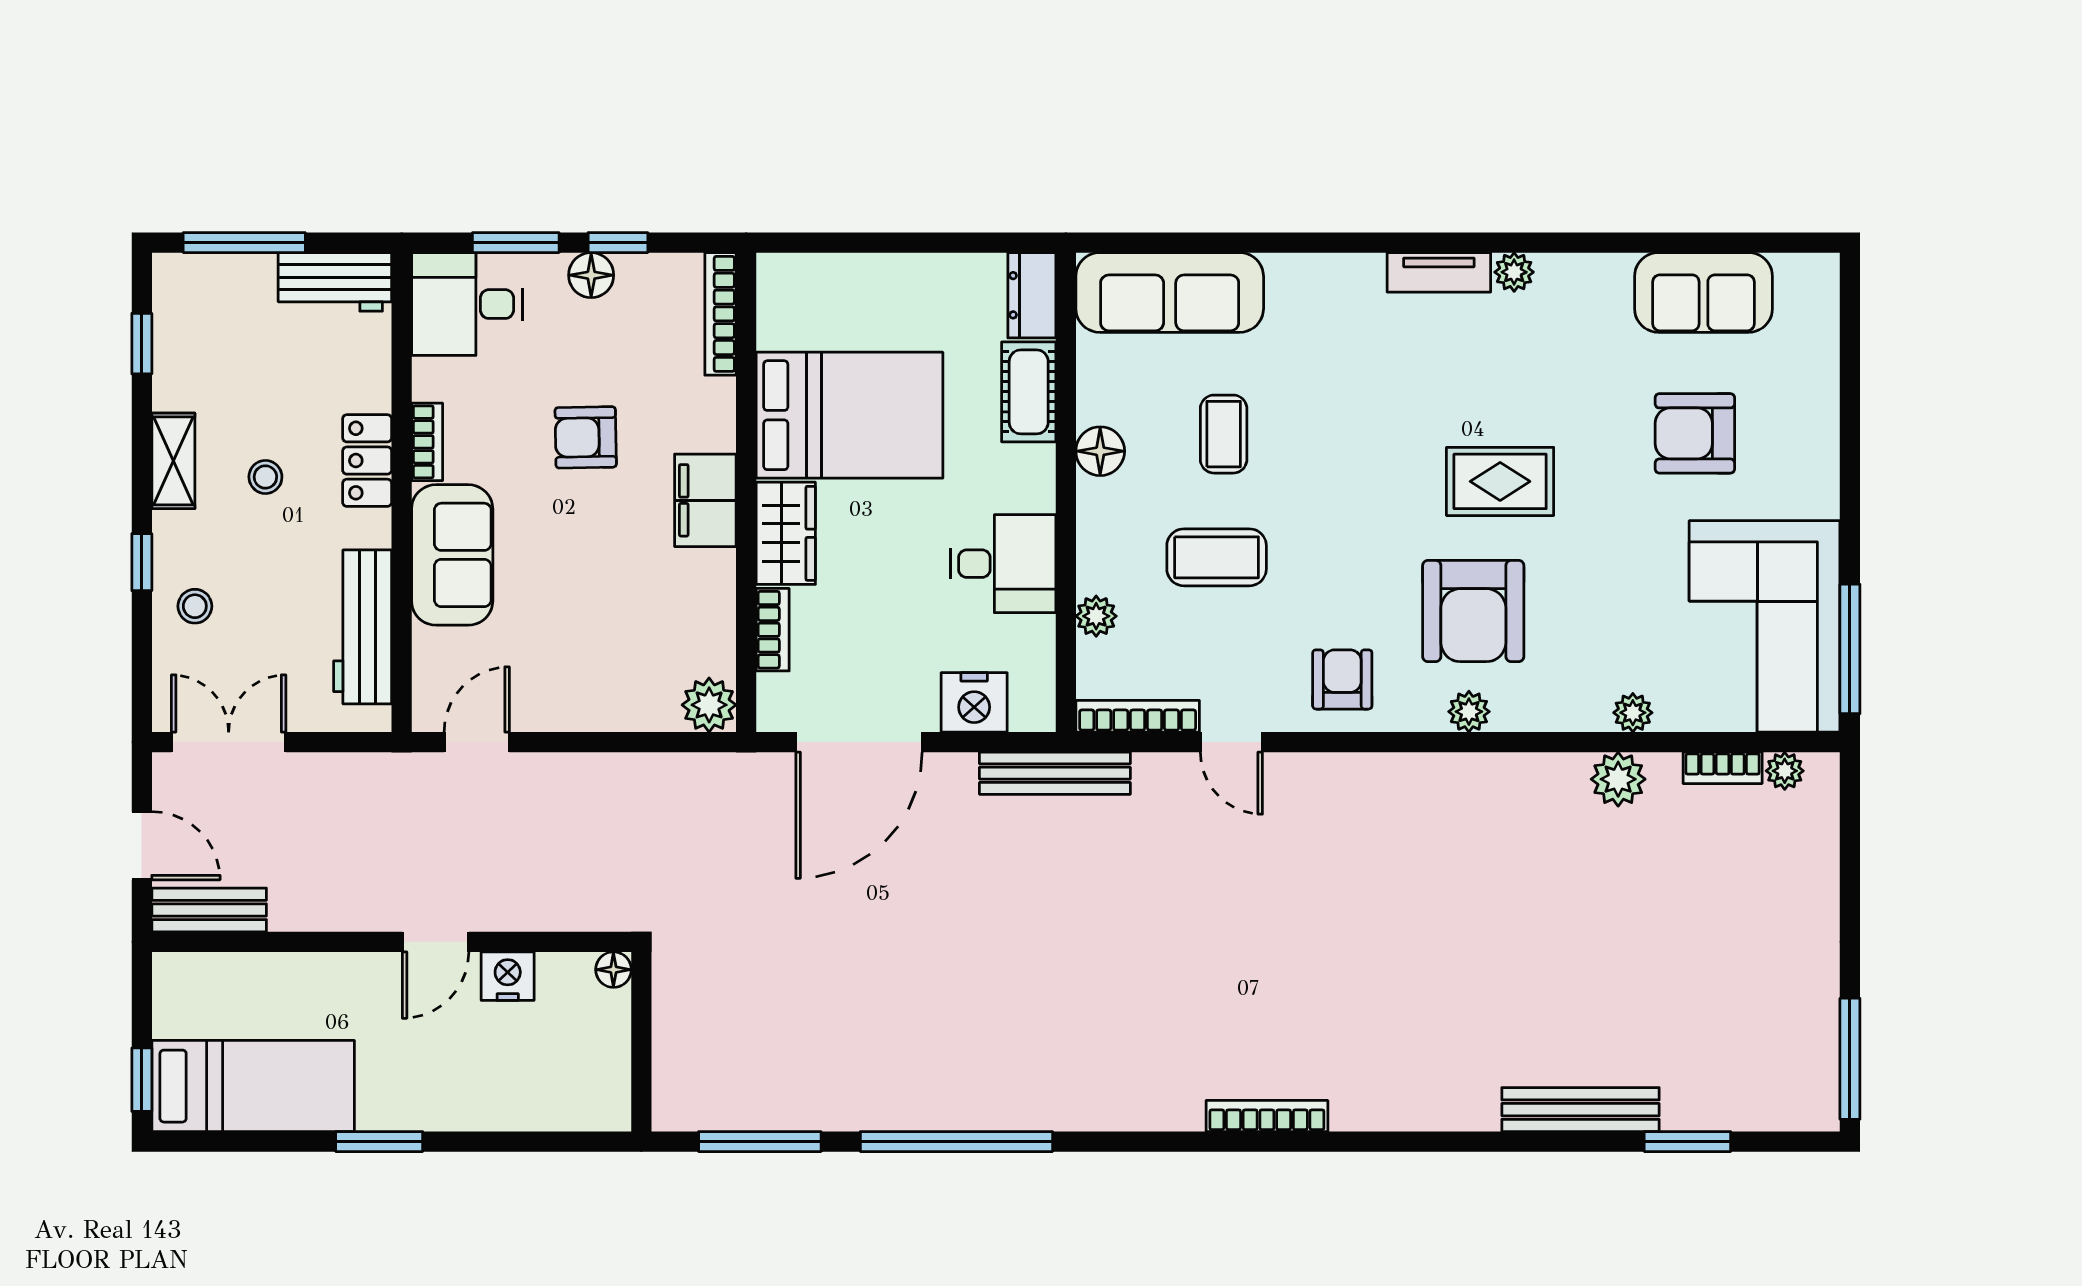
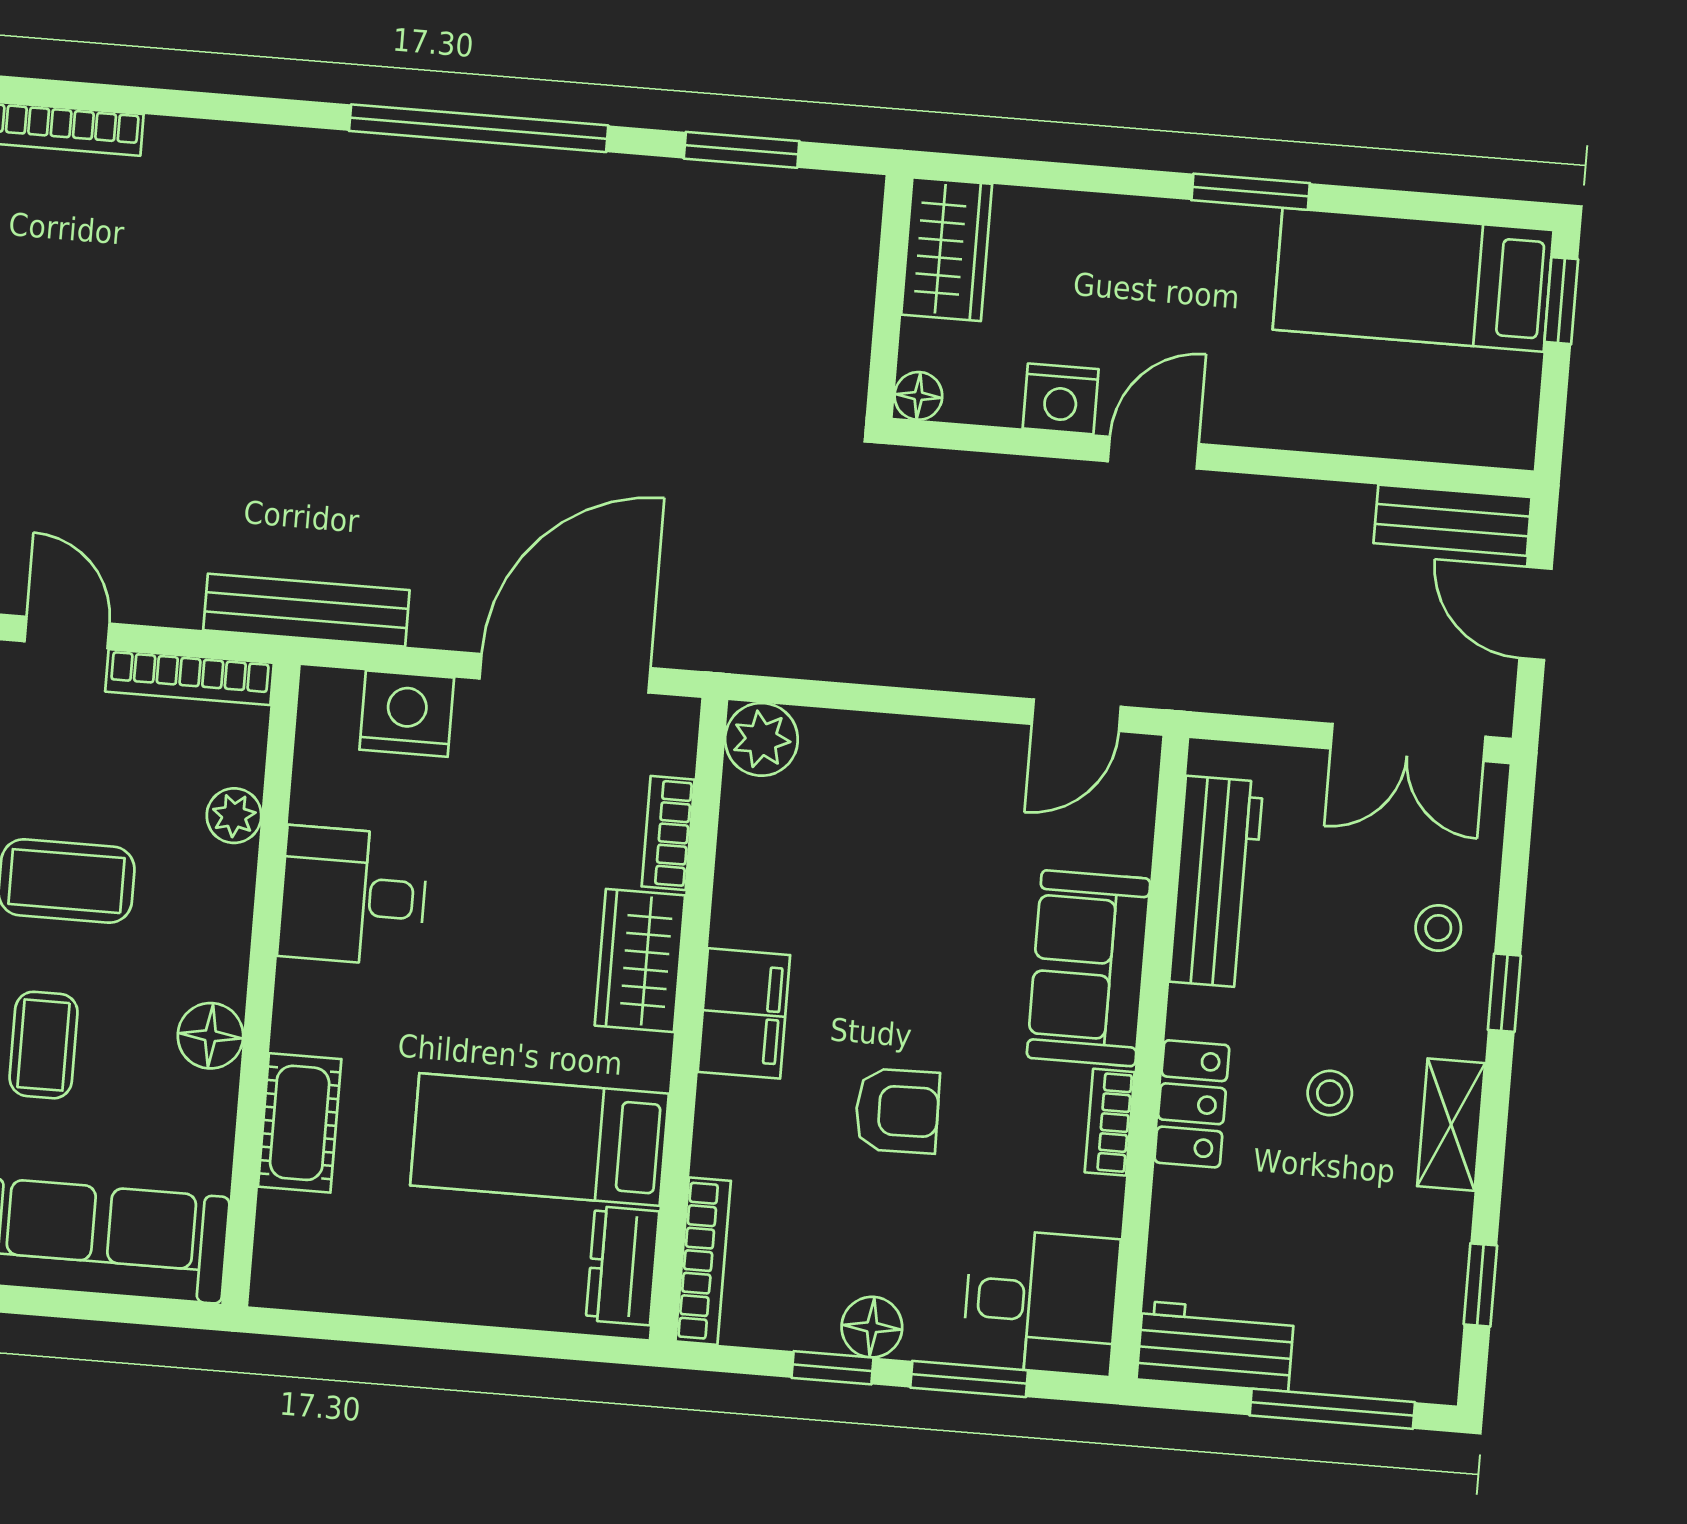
dresser: (1032, 295) -> (622, 1266), moved, turned 180
bed: (849, 415) -> (540, 1139), width x0.67
wardrobe: (601, 1080) -> (947, 249), added
window: (760, 1142) -> (742, 150), width x0.69

